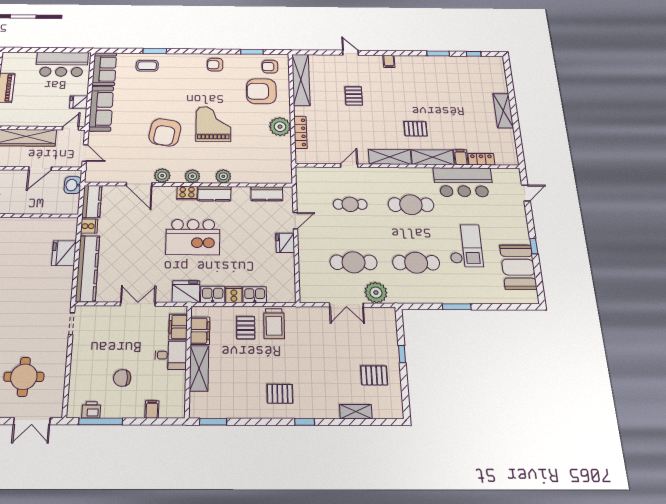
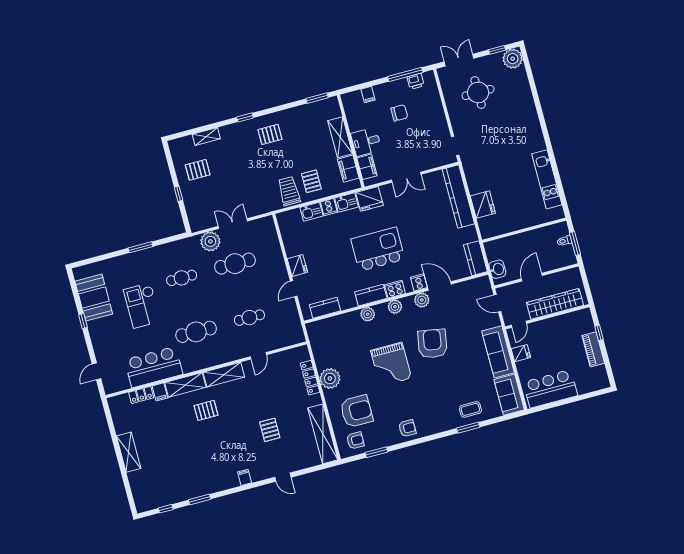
cooker: (89, 226) -> (419, 282), moved, turned 90
cafe table: (416, 263) -> (182, 278), width x0.73, depth x0.74

